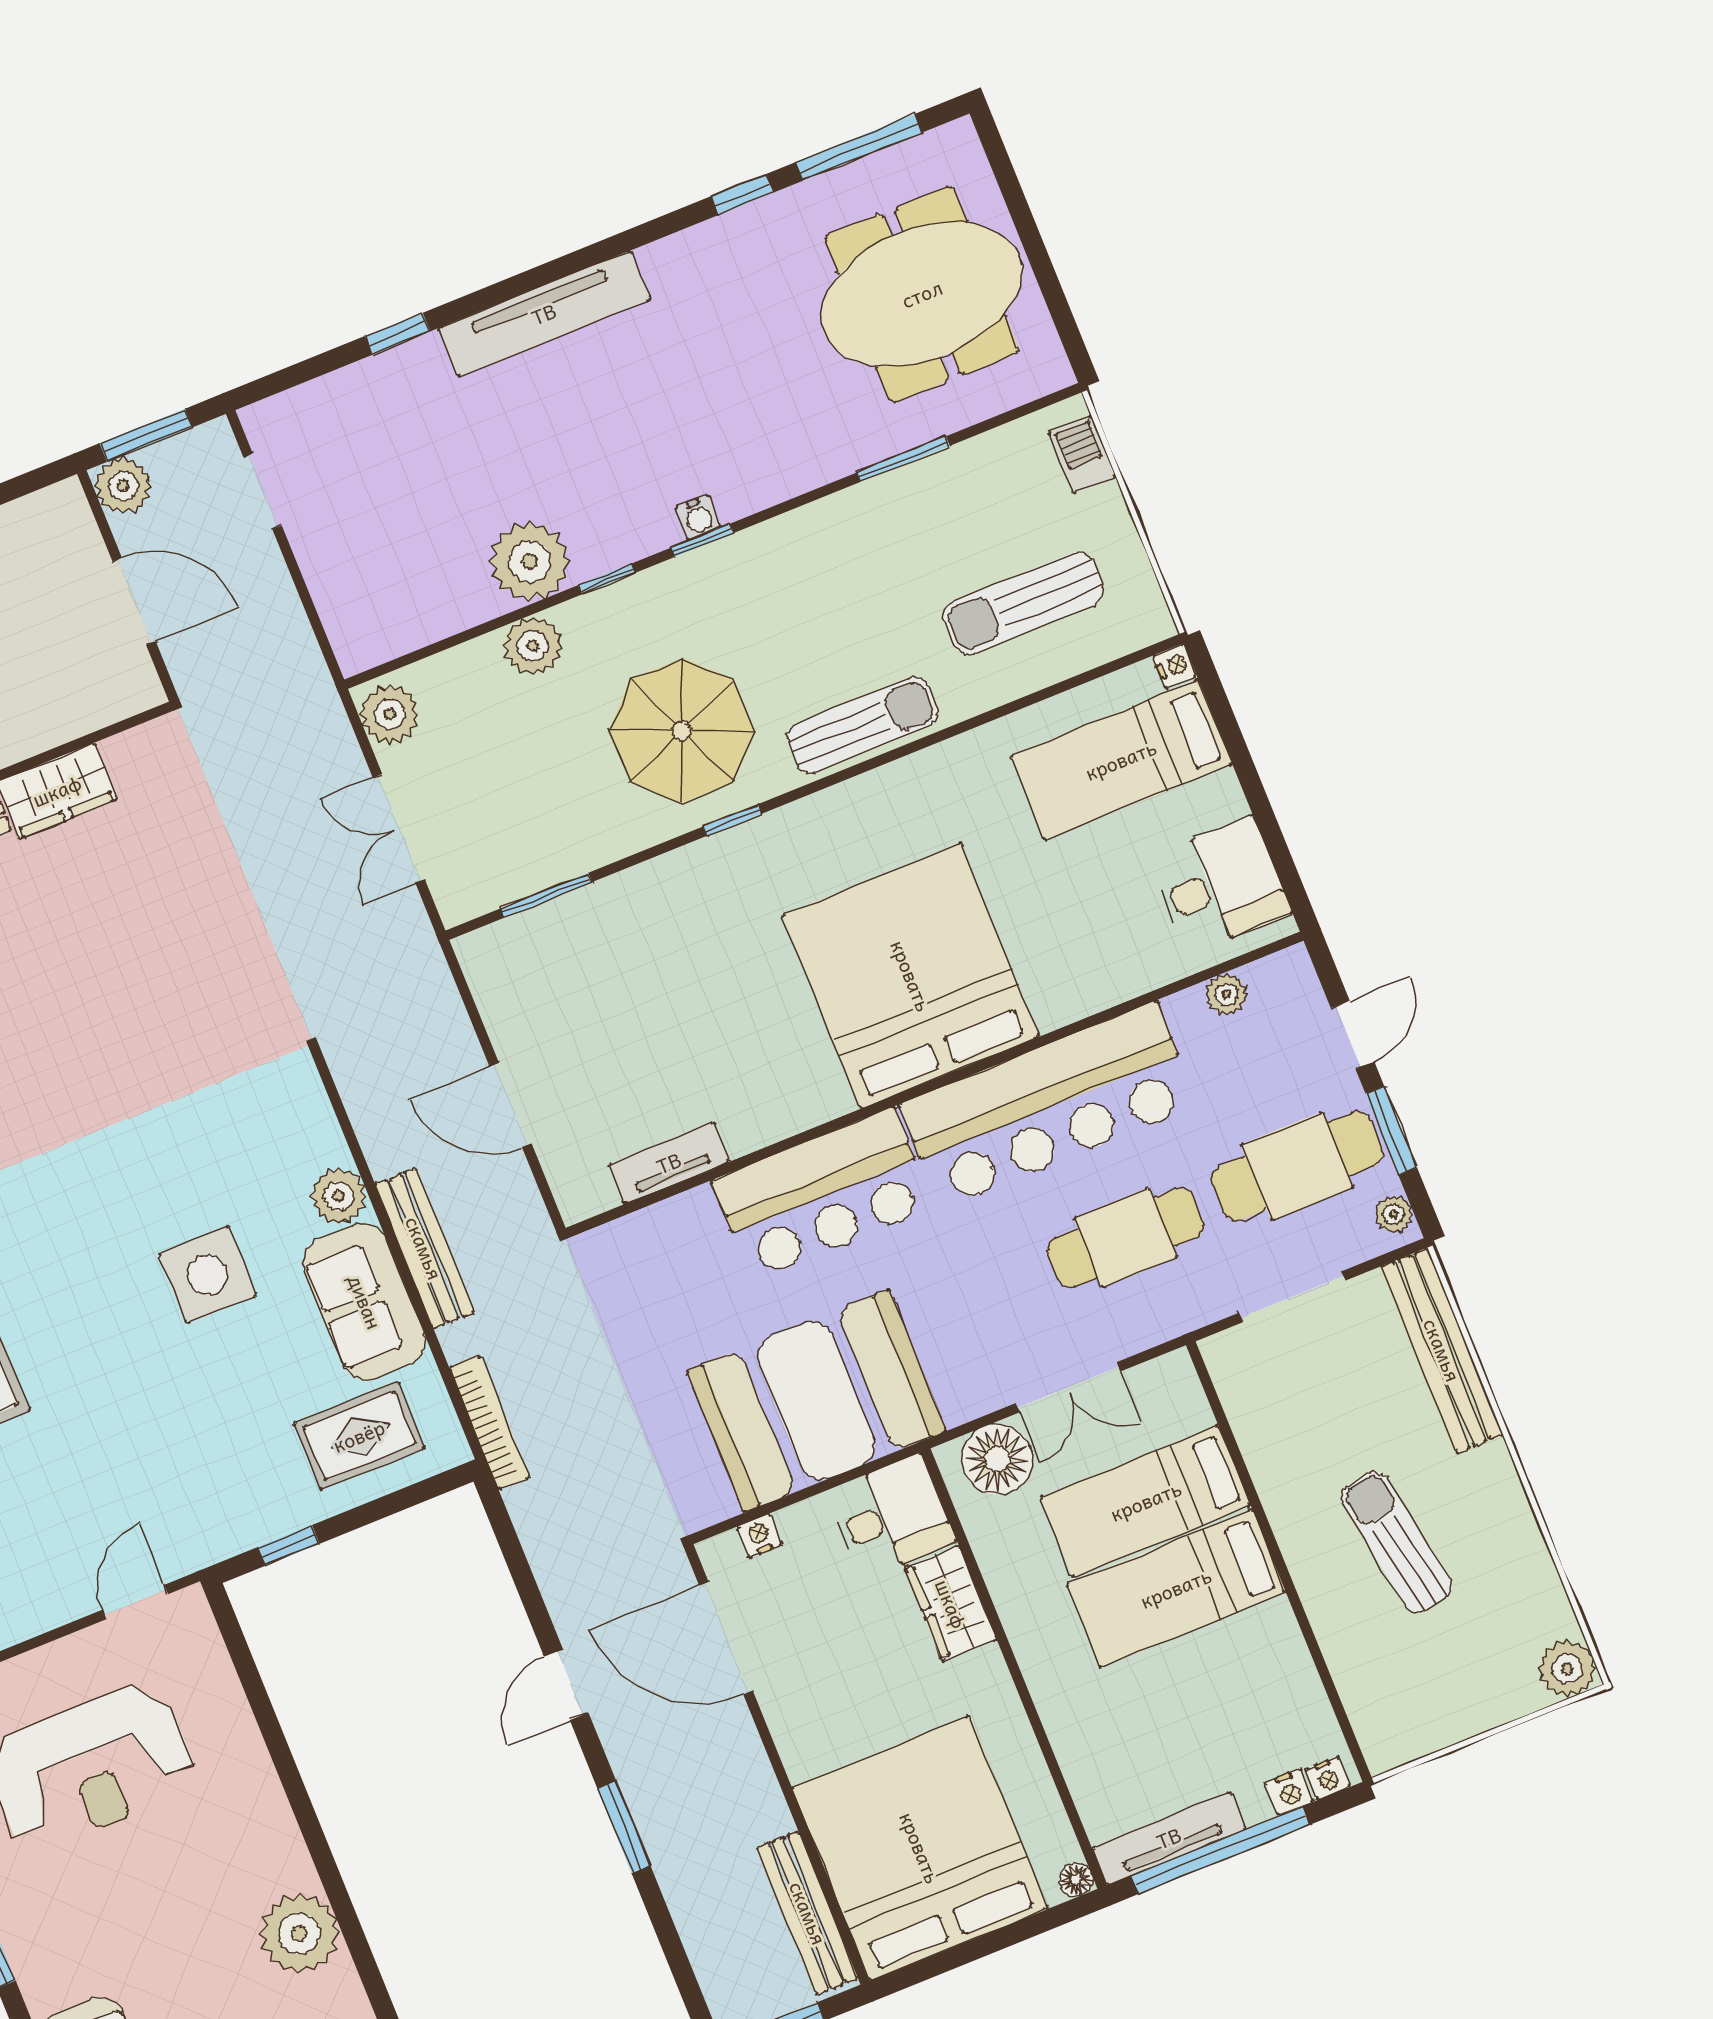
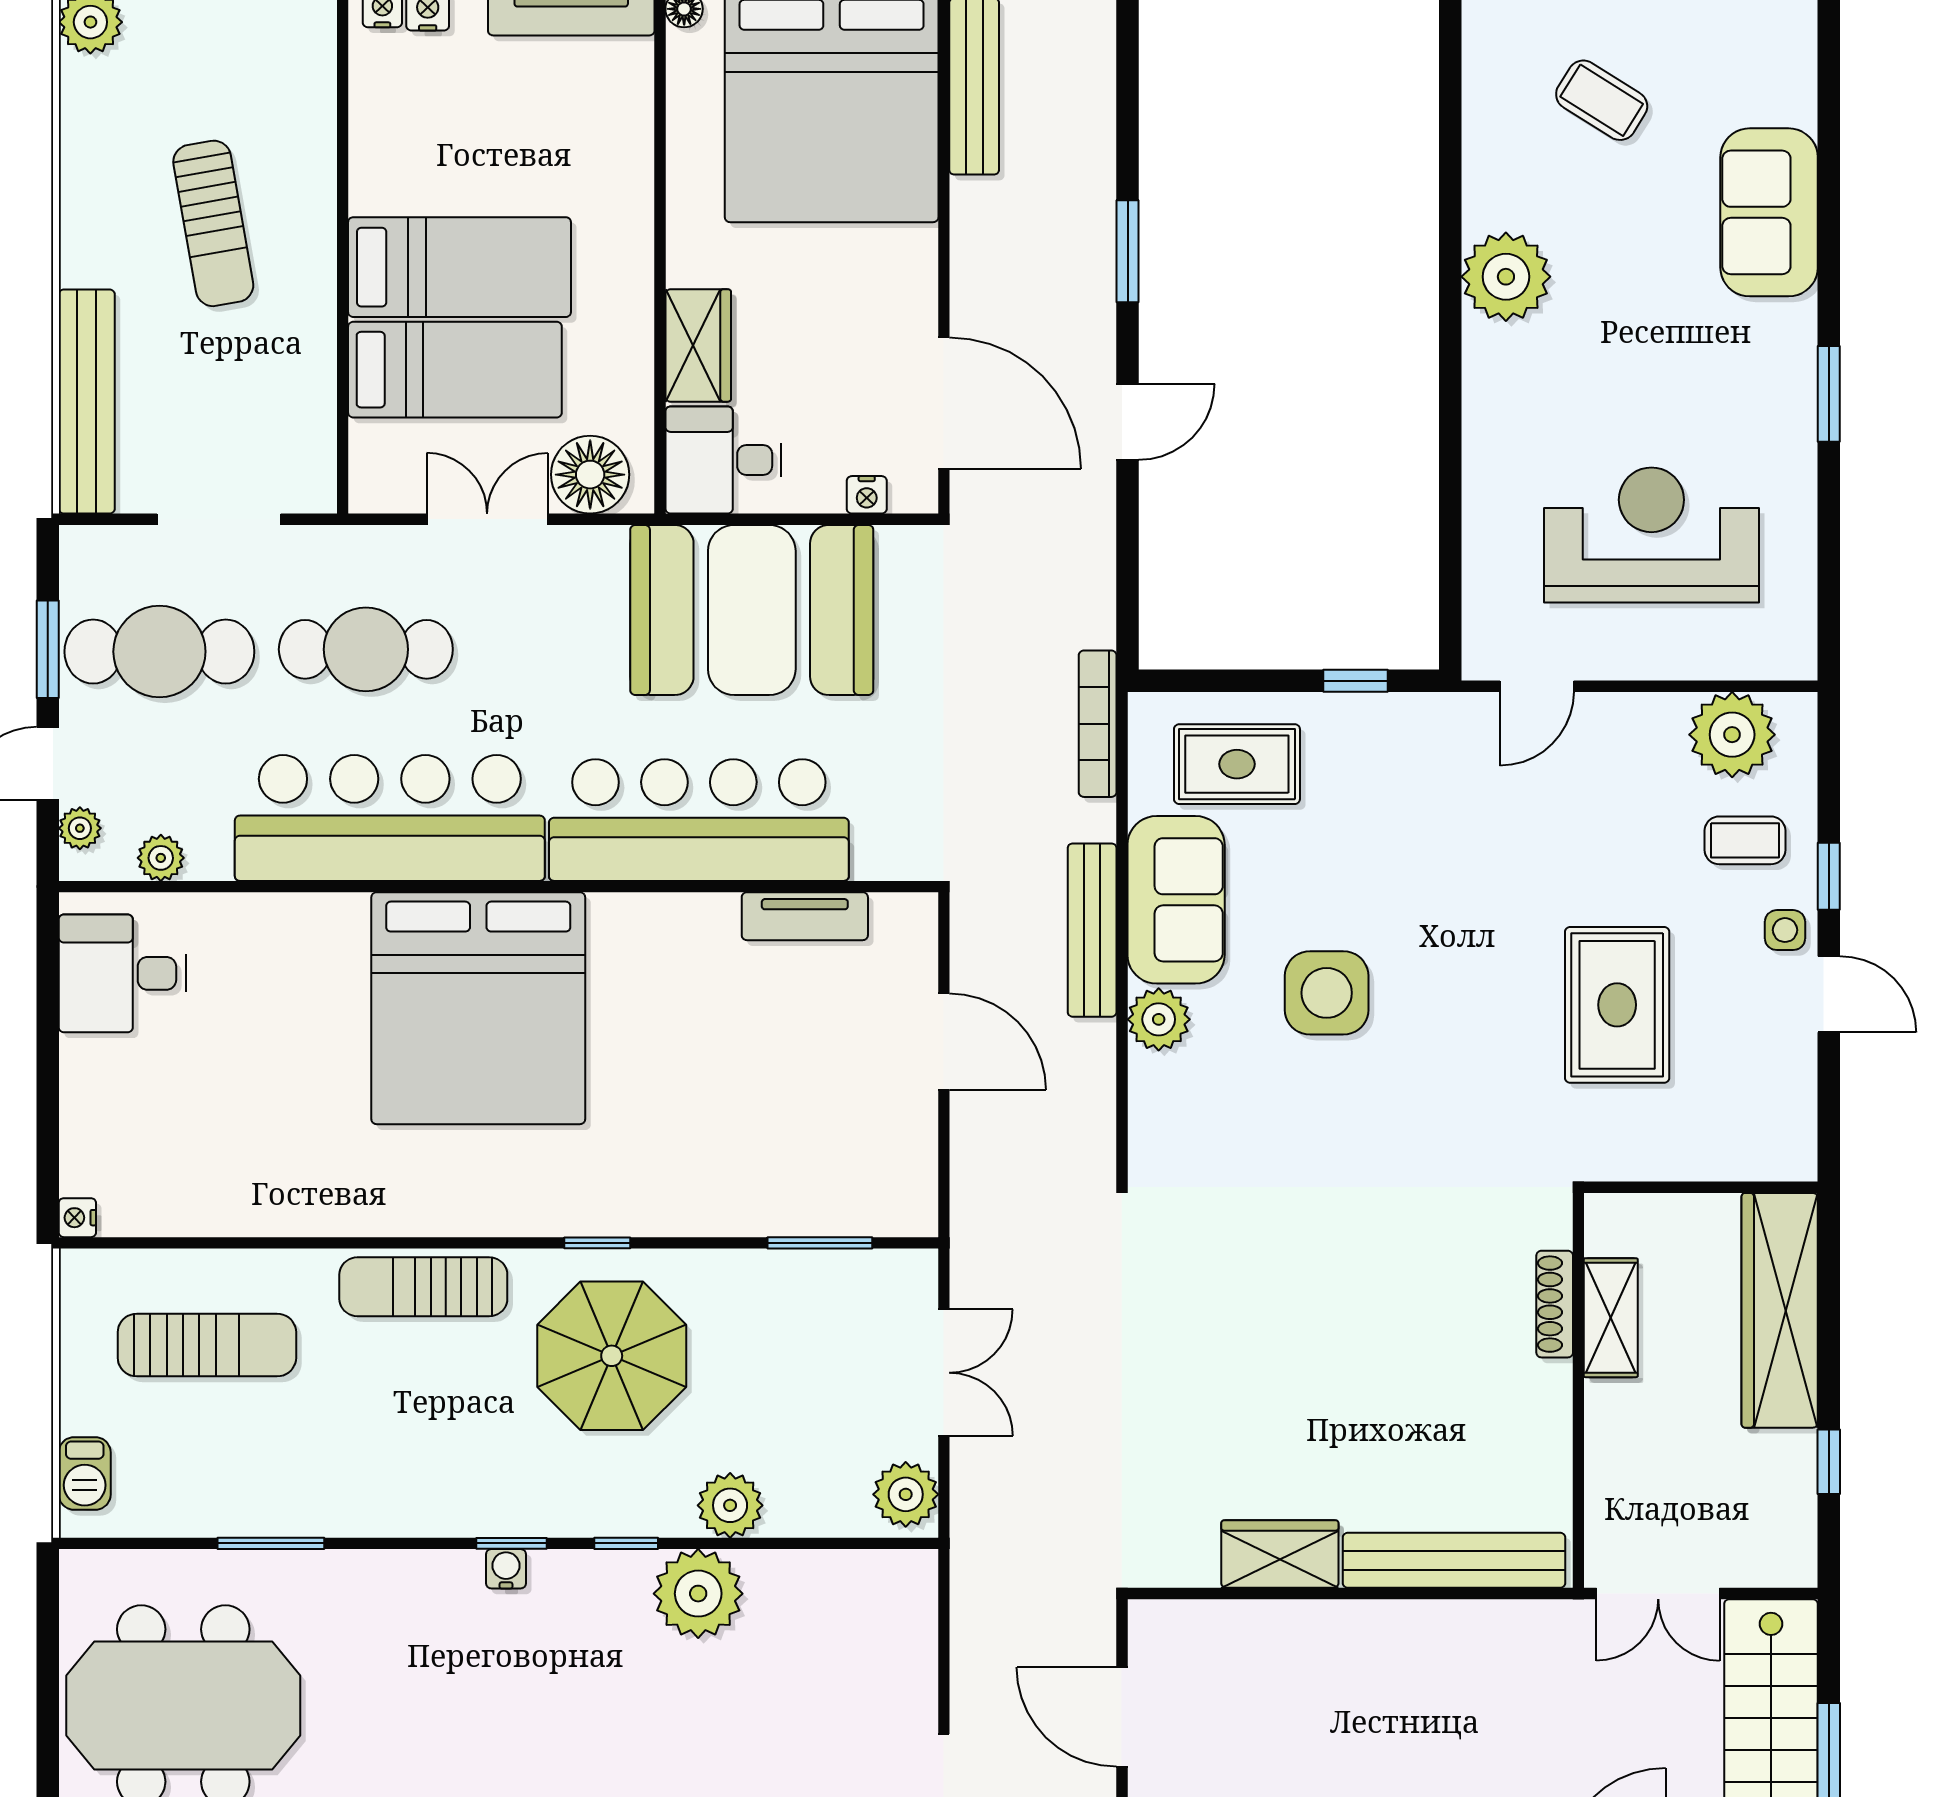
bed: (1121, 760) -> (171, 1143), removed
bar counter: (823, 1194) -> (699, 820), width x1.36
plant: (1394, 1214) -> (80, 828), moved

